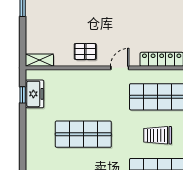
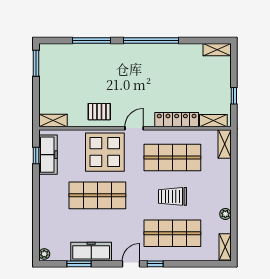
display table: (91, 91) -> (105, 152), added
freezer: (35, 94) -> (48, 155), width x1.40

